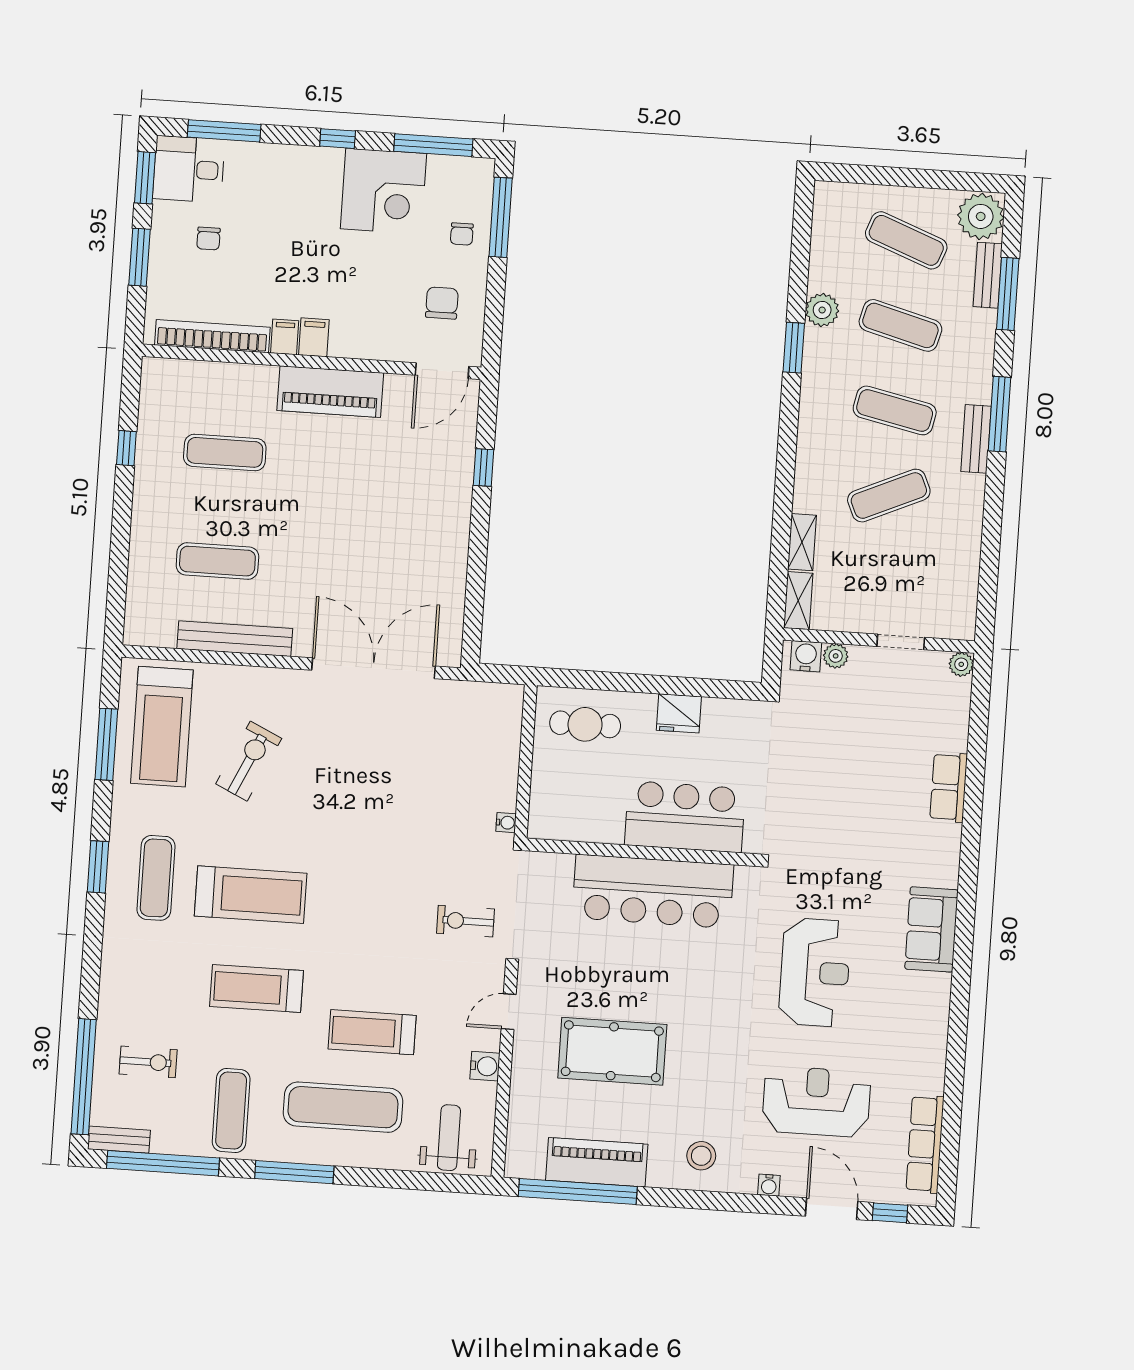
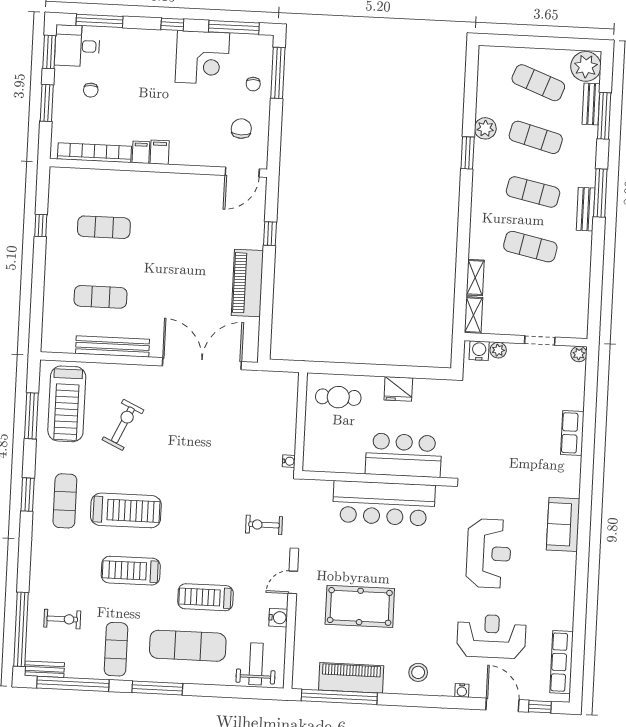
piano: (330, 392) -> (247, 283), moved, turned 90
exercise mat: (889, 496) -> (530, 247), turned 36

